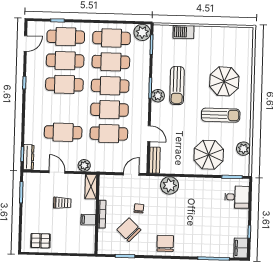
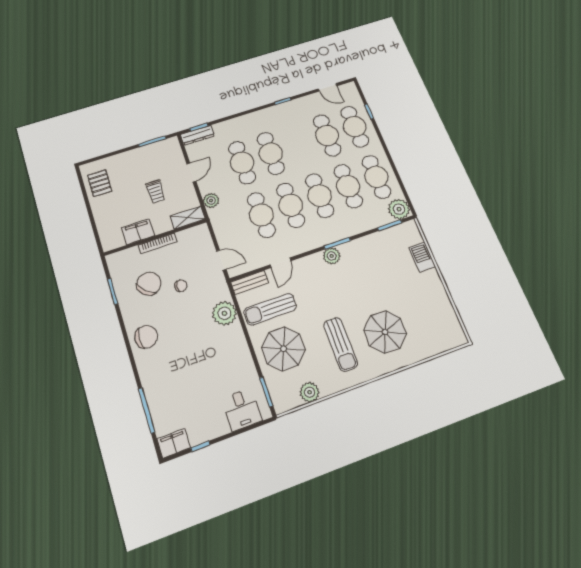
cafe table: (64, 84) -> (271, 153), moved
sun lounger: (177, 86) -> (270, 309), moved
filing cabinet: (88, 220) -> (138, 232), width x2.00

